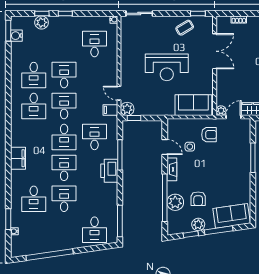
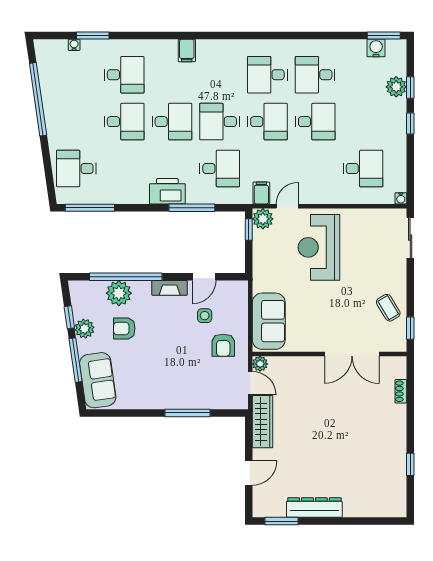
reception desk: (167, 67) -> (319, 247), moved
filing cabinet: (18, 158) -> (187, 50), width x0.50
desk: (34, 199) -> (124, 75), turned 180

